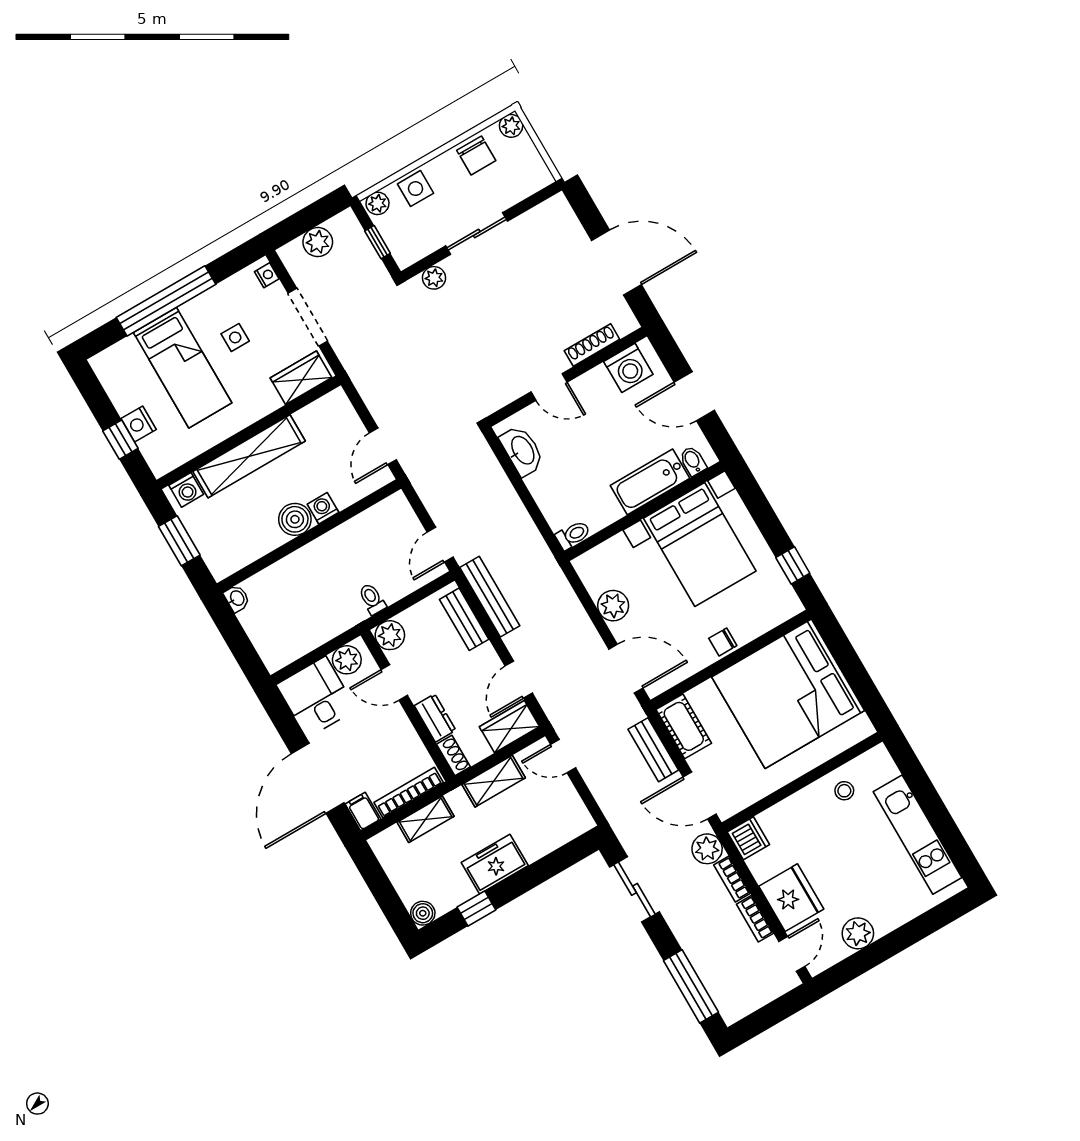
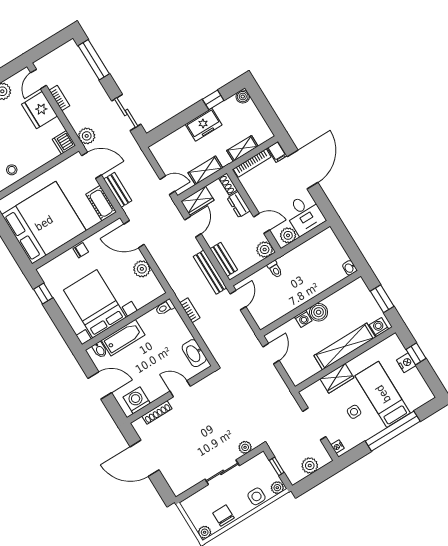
wardrobe: (301, 378) -> (337, 378), moved
bookcase: (732, 879) -> (190, 310), moved

